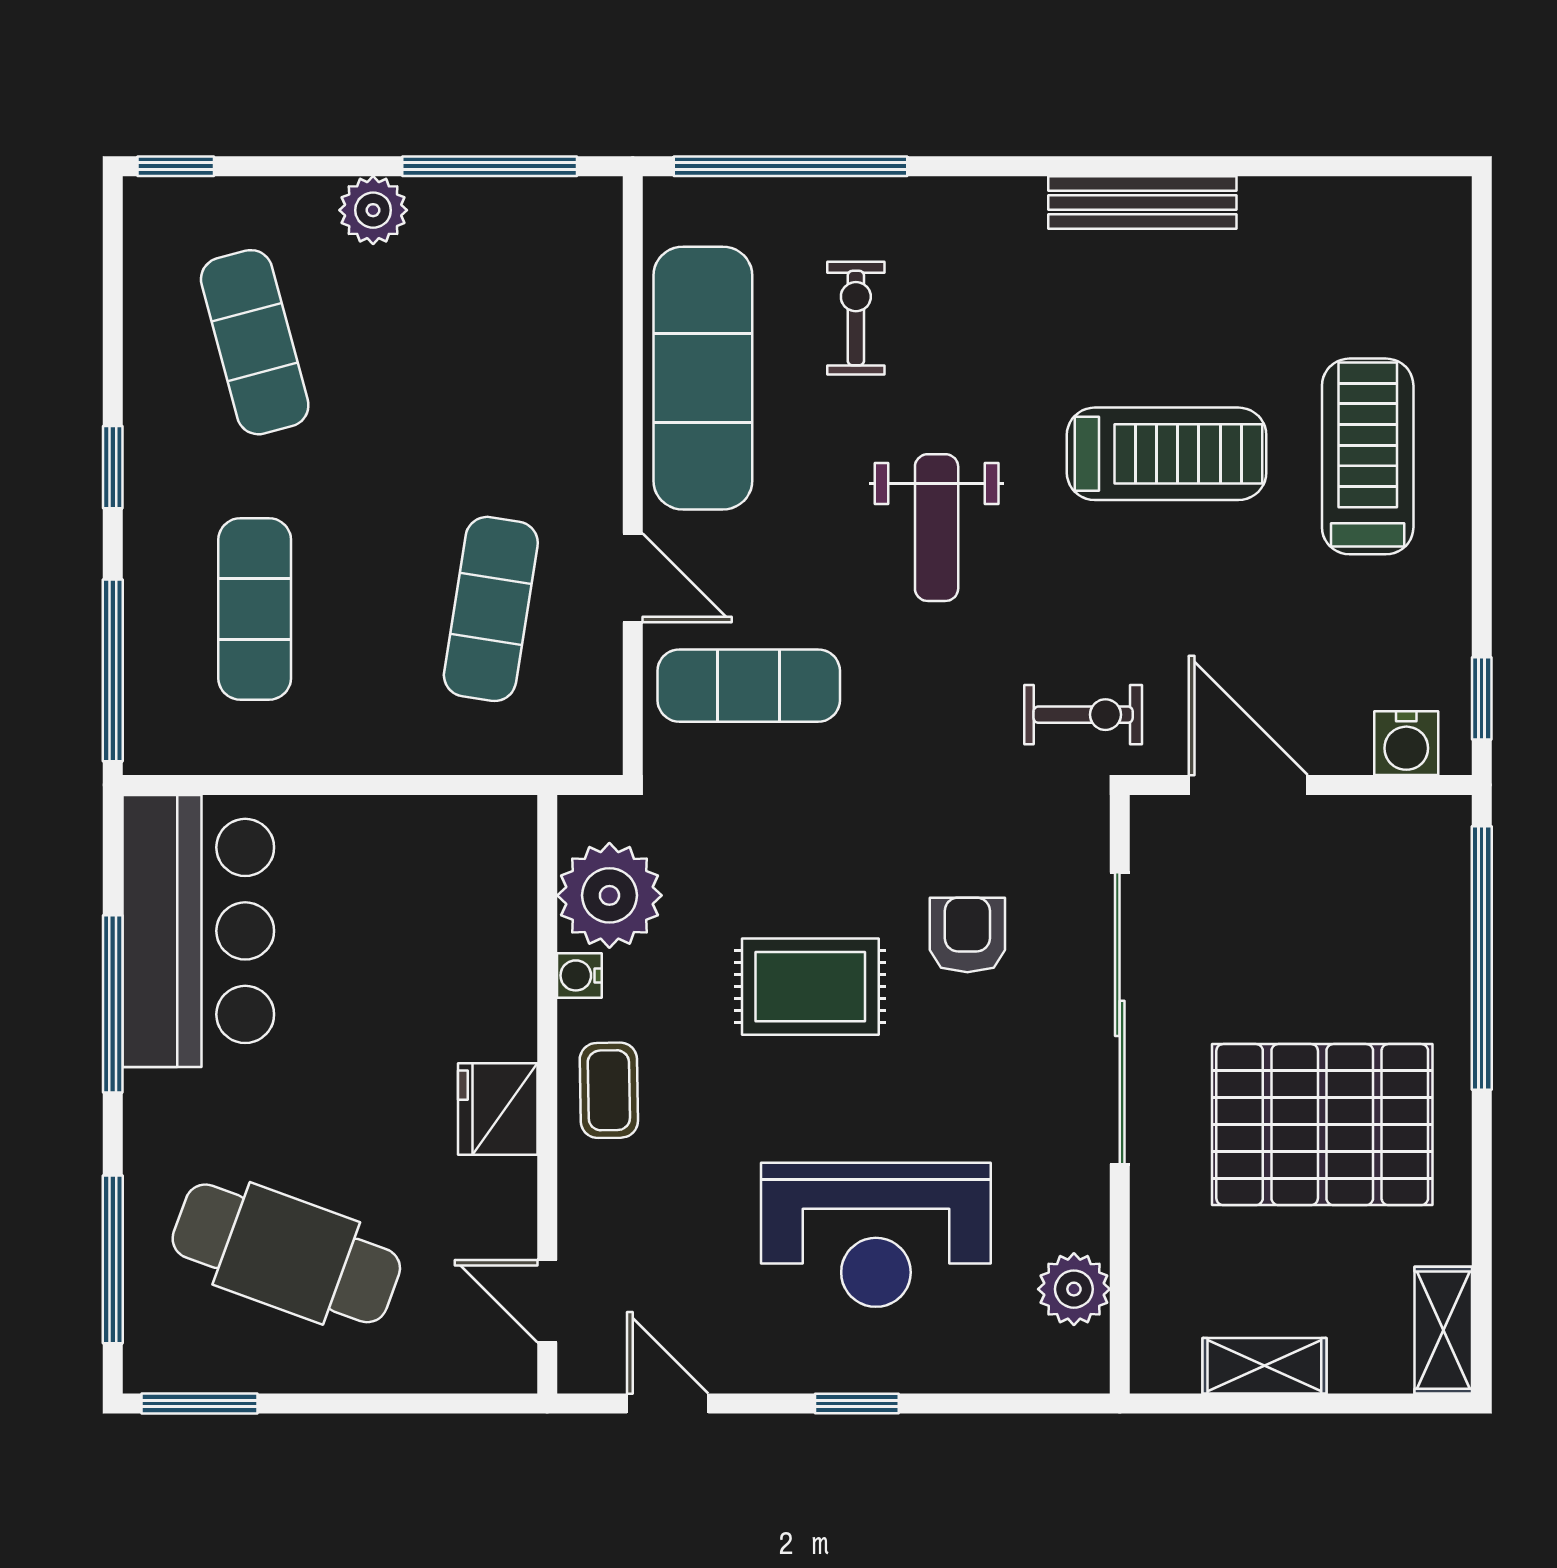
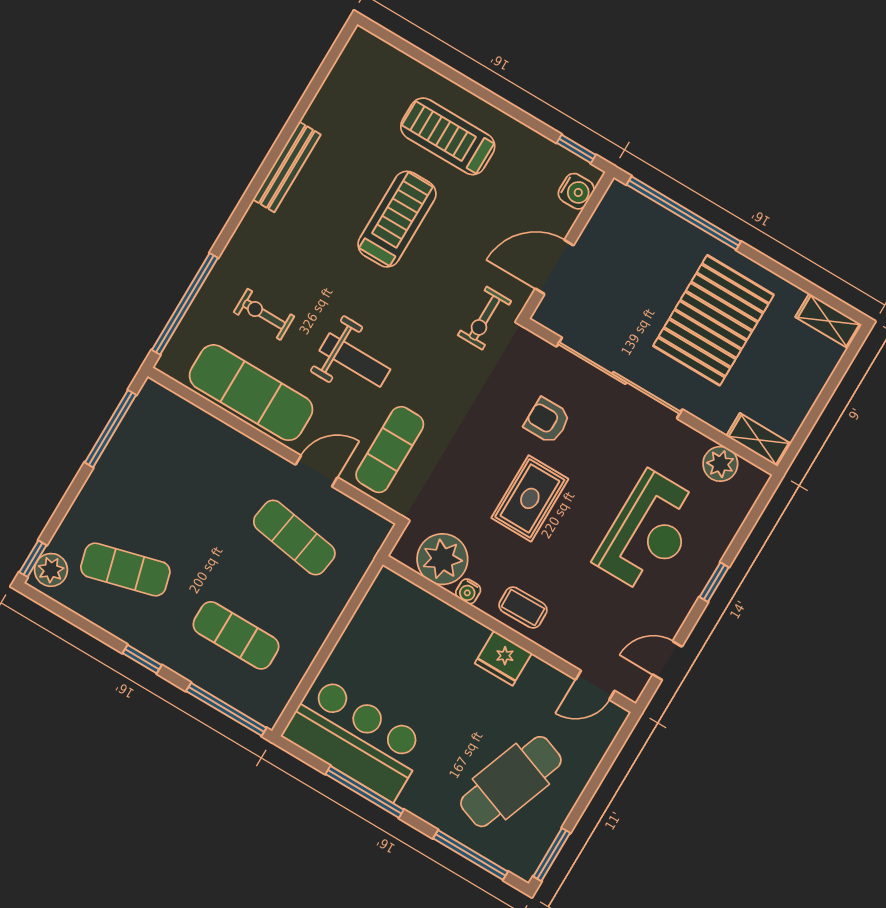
plant: (373, 210) -> (51, 570), moved
weight bench: (937, 528) -> (355, 360), moved
exercise bike: (1083, 715) -> (484, 318), turned 180
shelving: (1264, 1366) -> (759, 440), moved, turned 90

